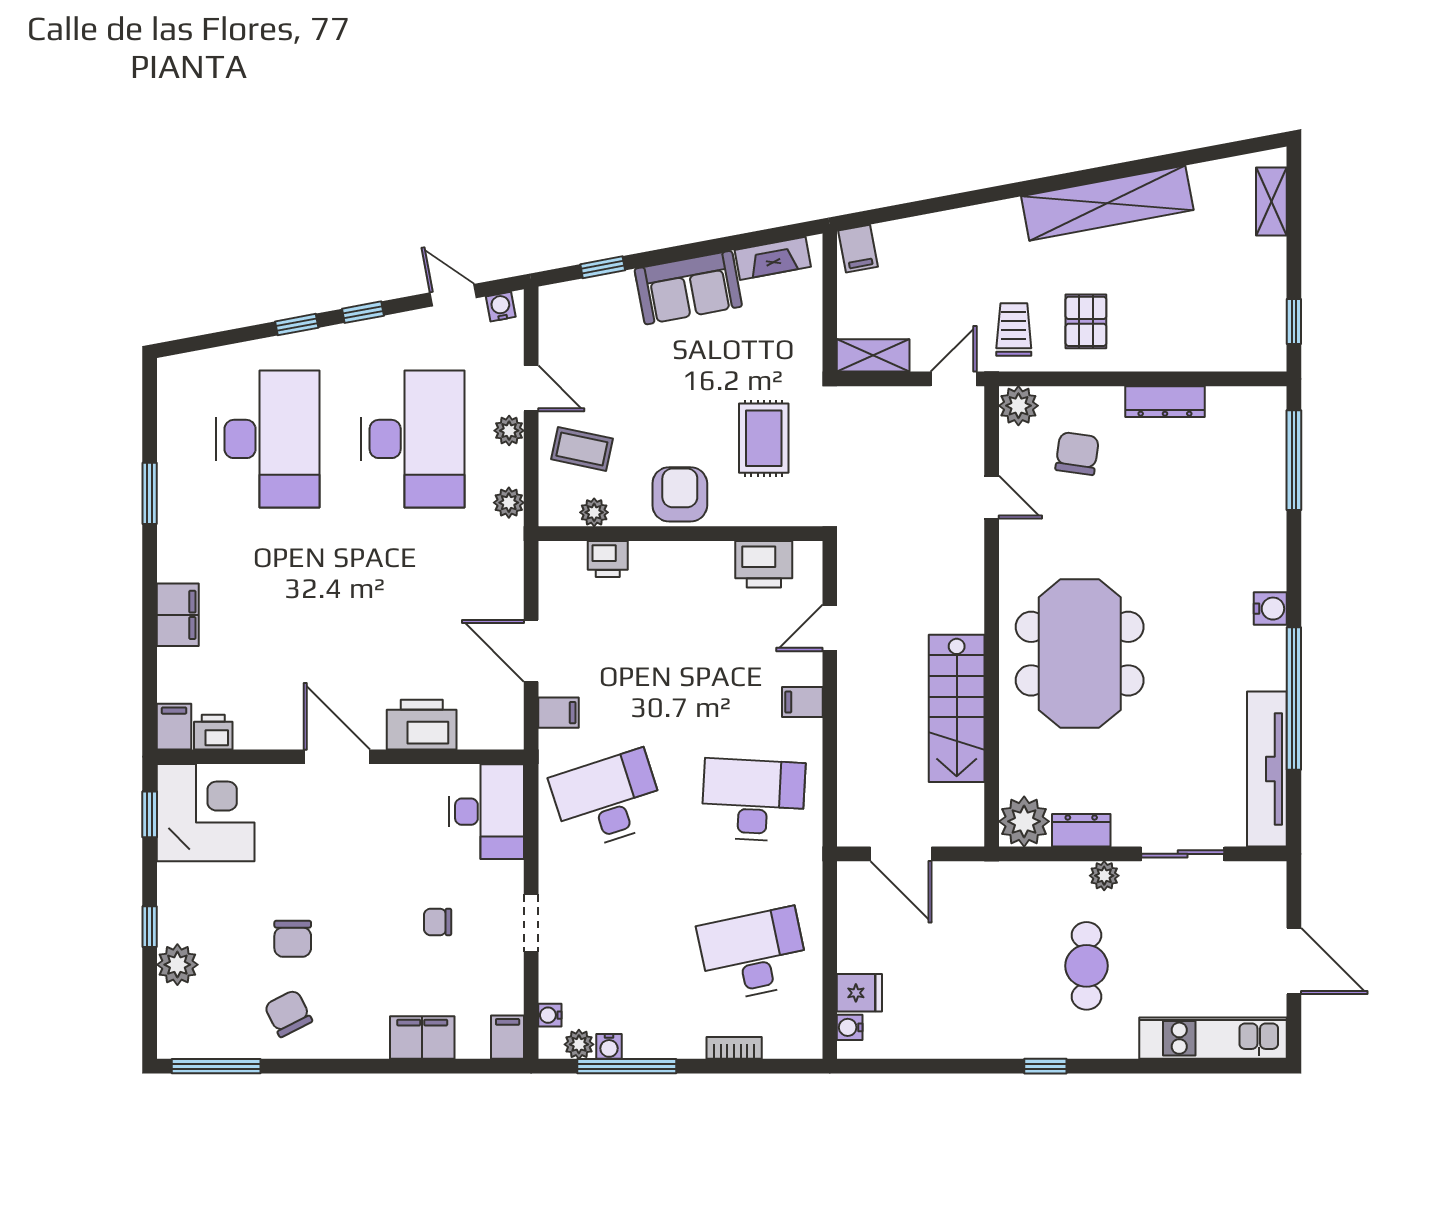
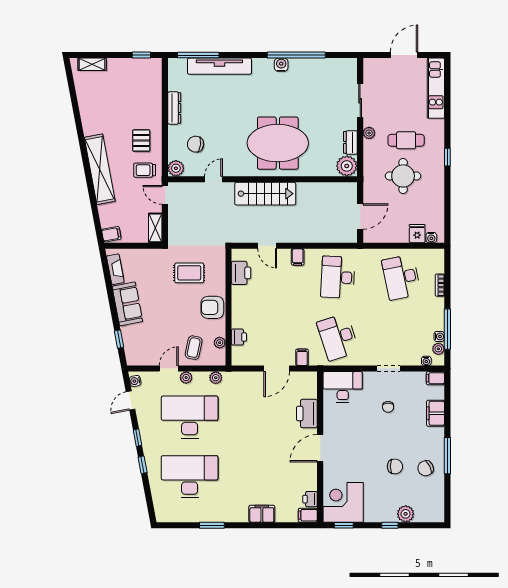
shelving: (1107, 203) -> (100, 169), moved
pallet: (1086, 321) -> (141, 140), turned 90
water cooler: (1270, 609) -> (281, 65), moved
stairs: (957, 708) -> (265, 194), moved
tv unit: (1267, 769) -> (219, 66), moved
round table: (1000, 958) -> (403, 176), added
window: (216, 1066) -> (447, 456), moved

